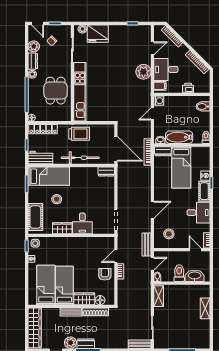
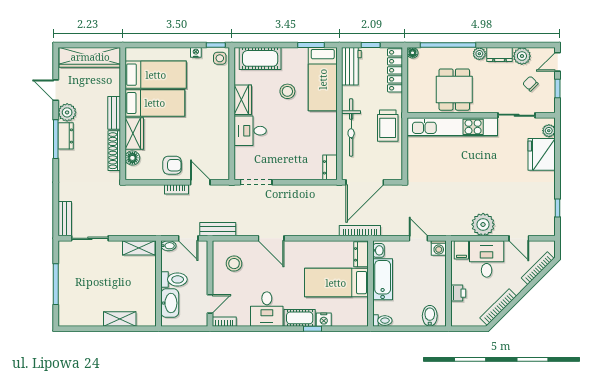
dining table: (56, 91) -> (454, 90), turned 90

